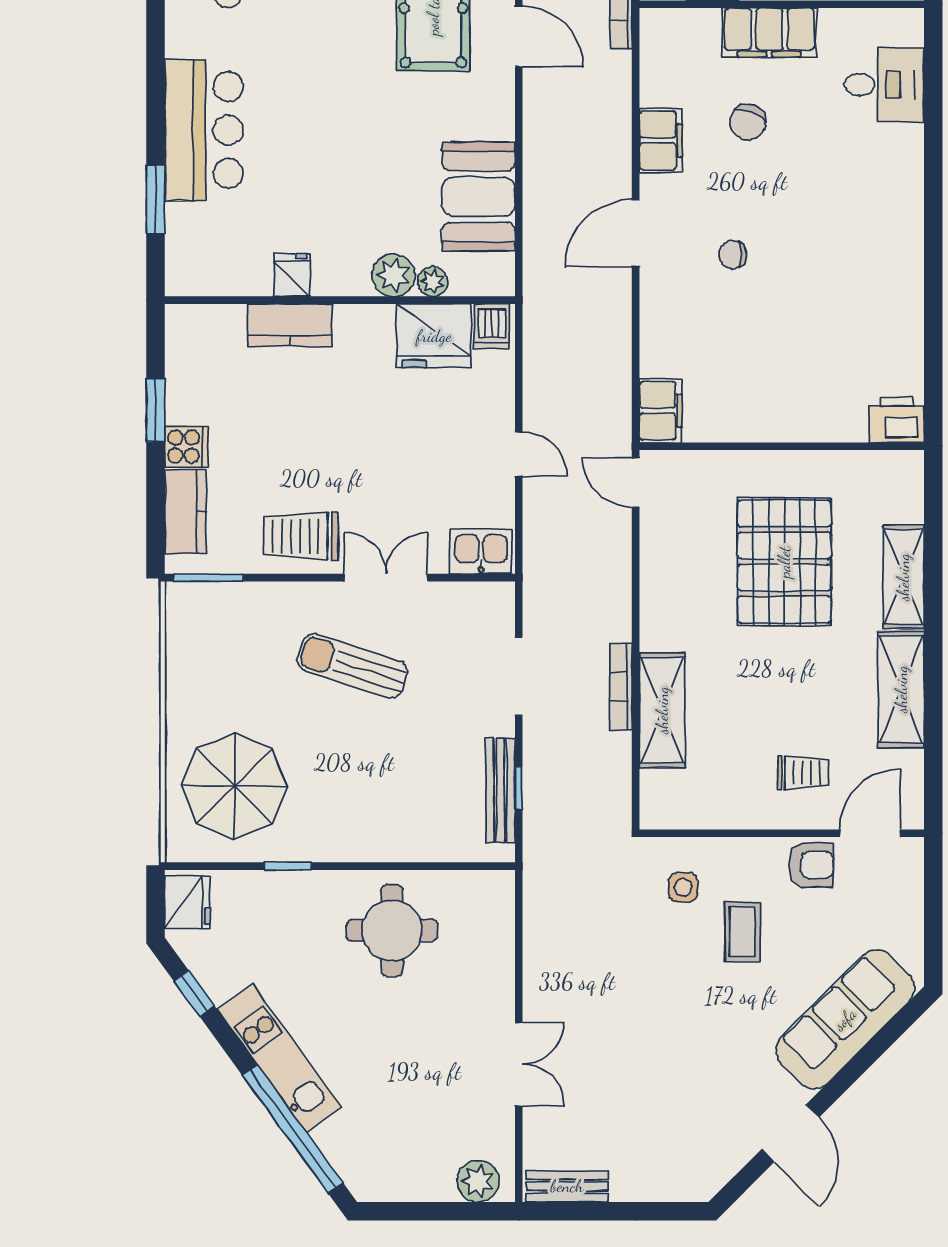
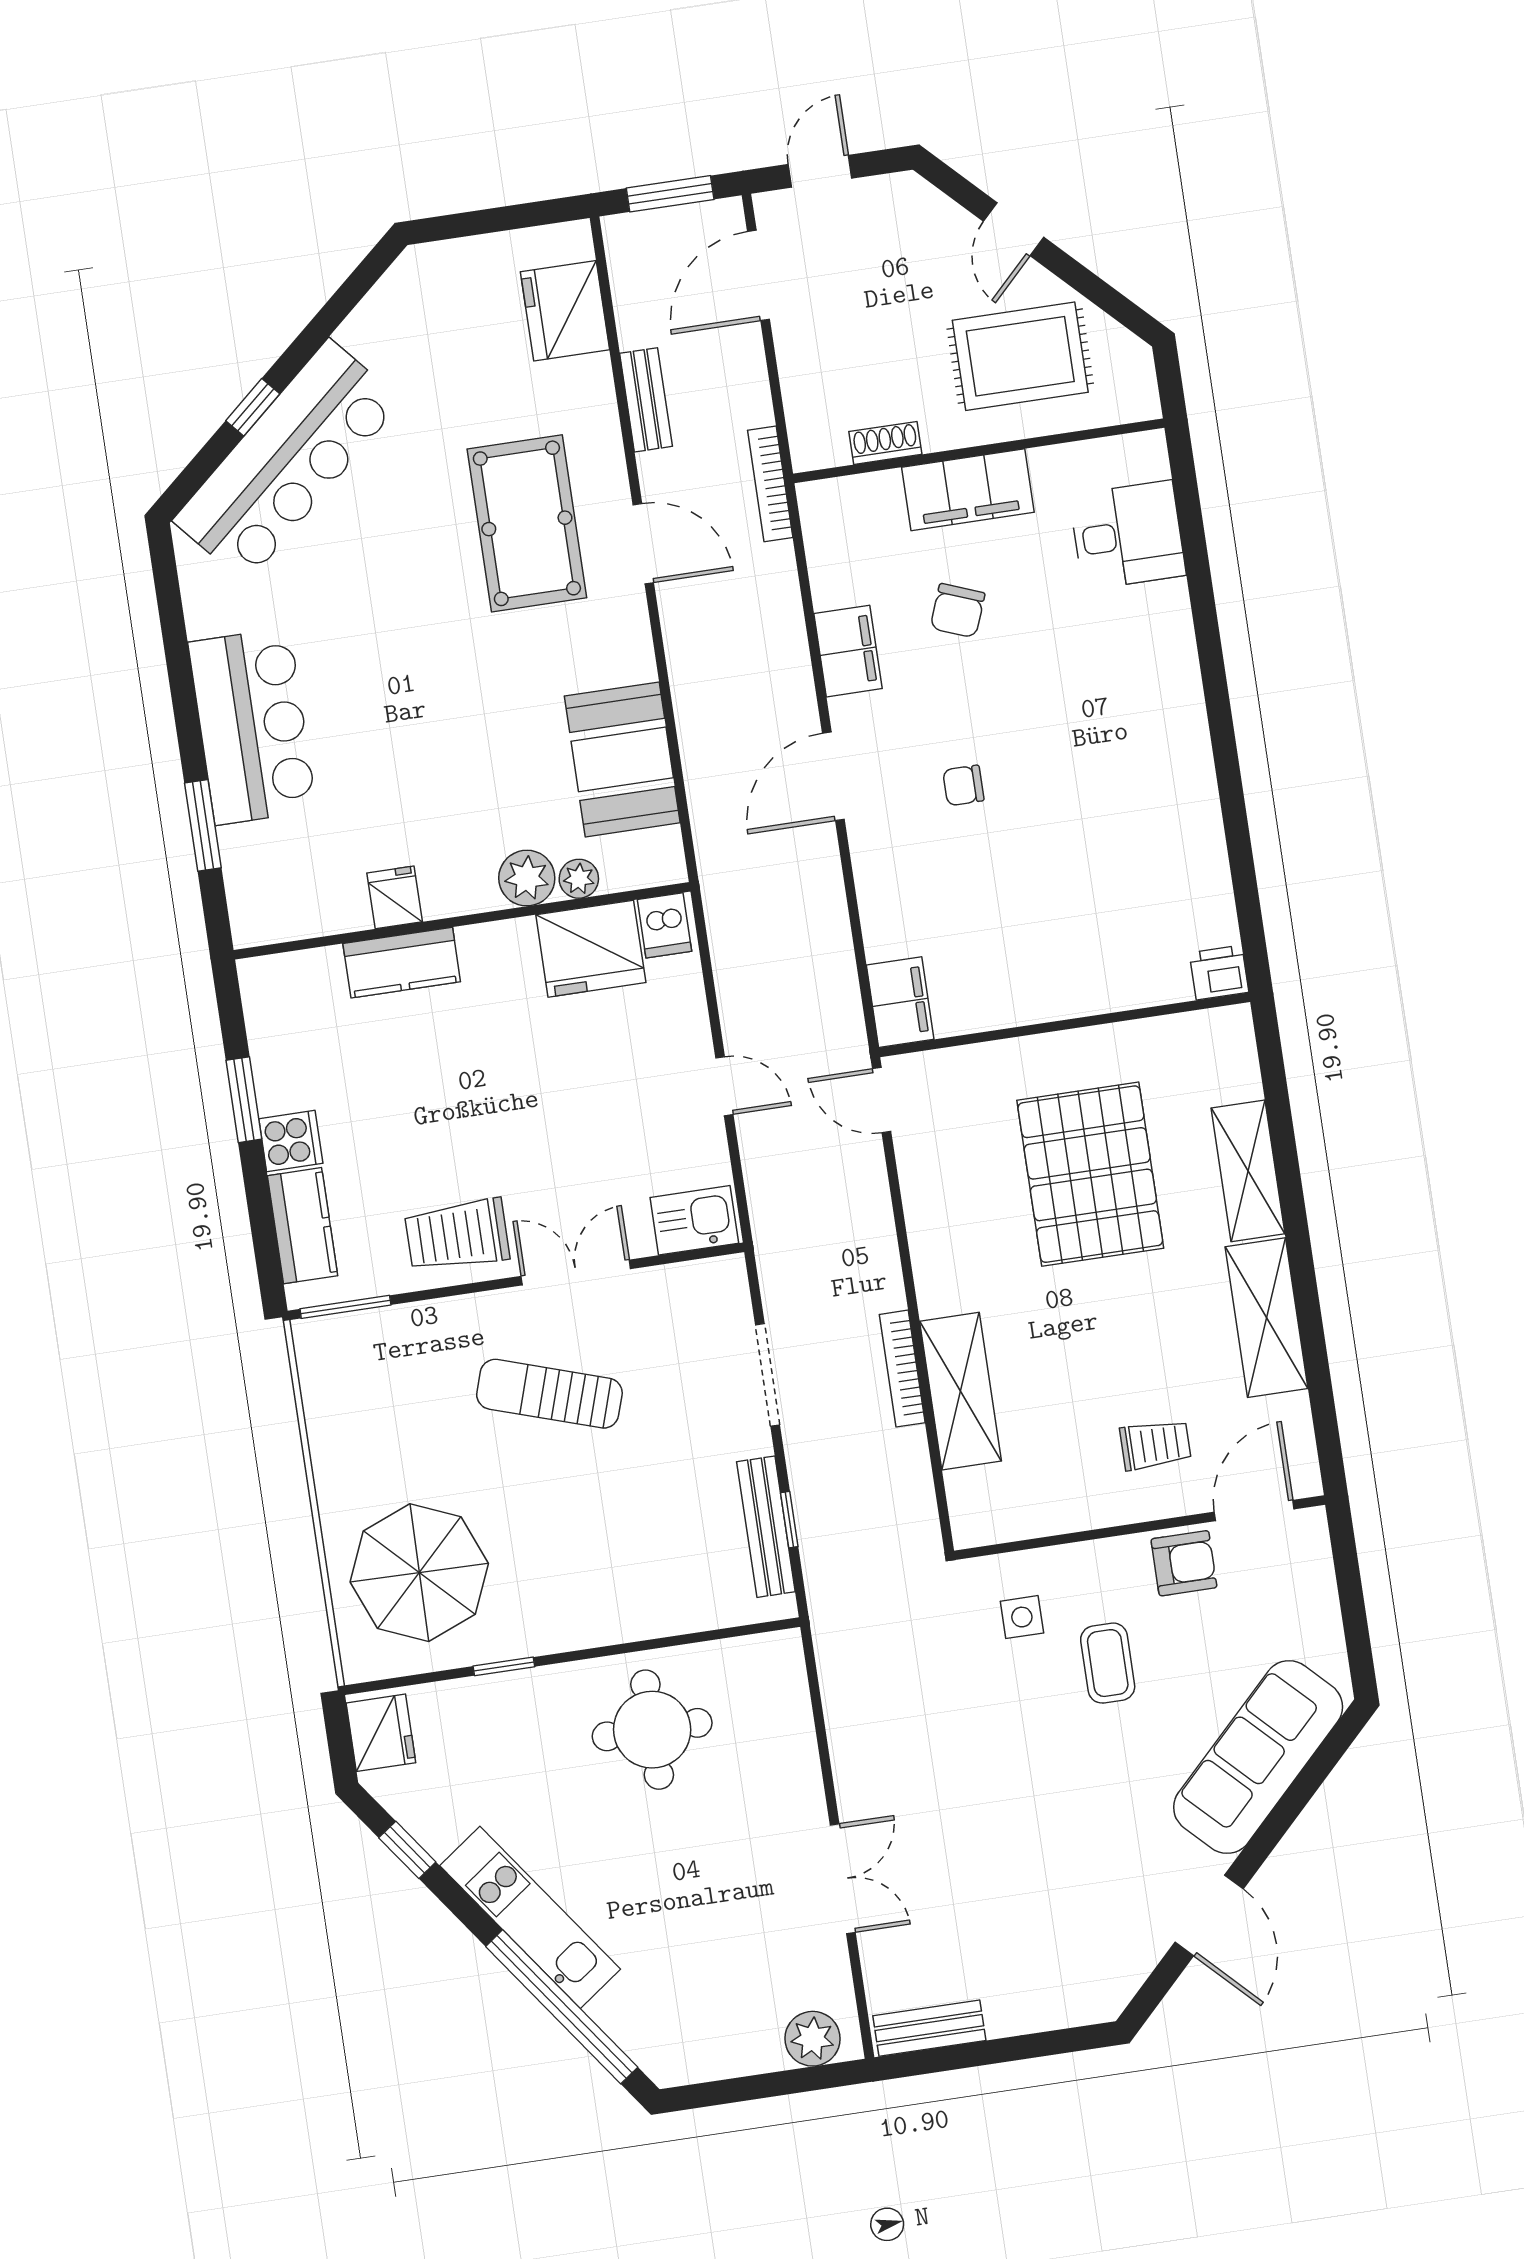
printer: (897, 420) -> (1219, 973), width x0.73, depth x0.81

